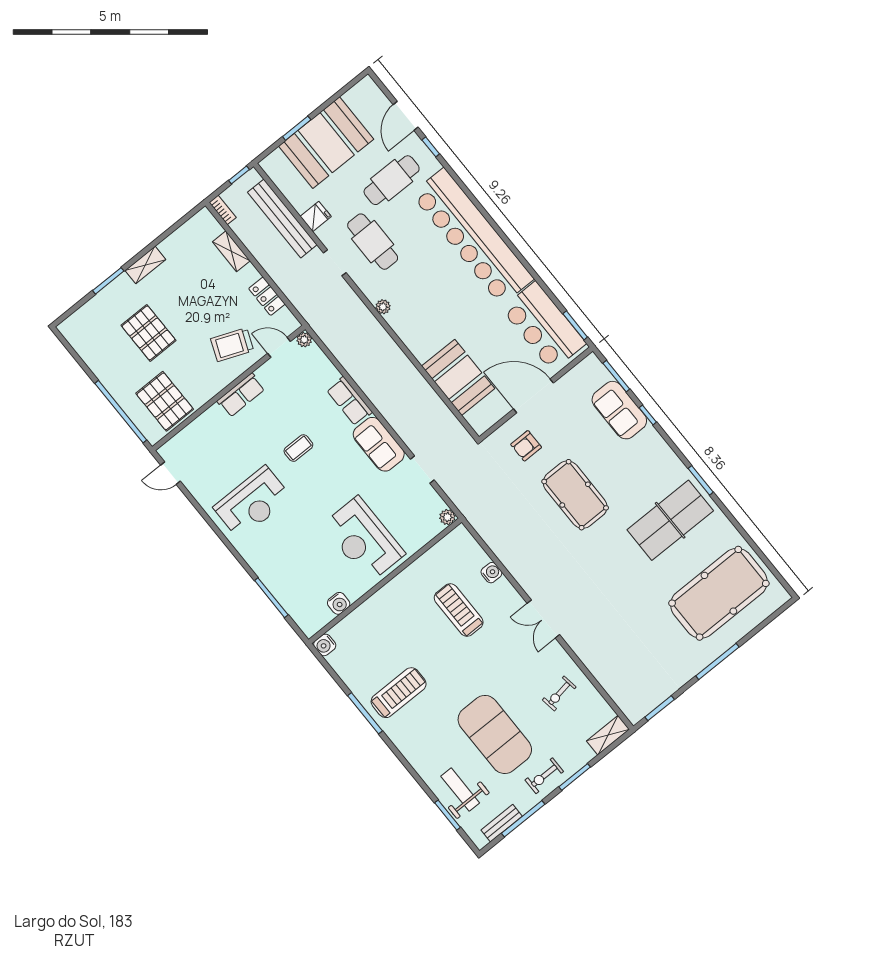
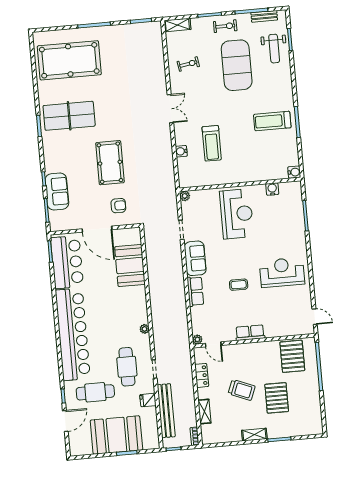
trolley: (232, 345) -> (242, 390), moved

